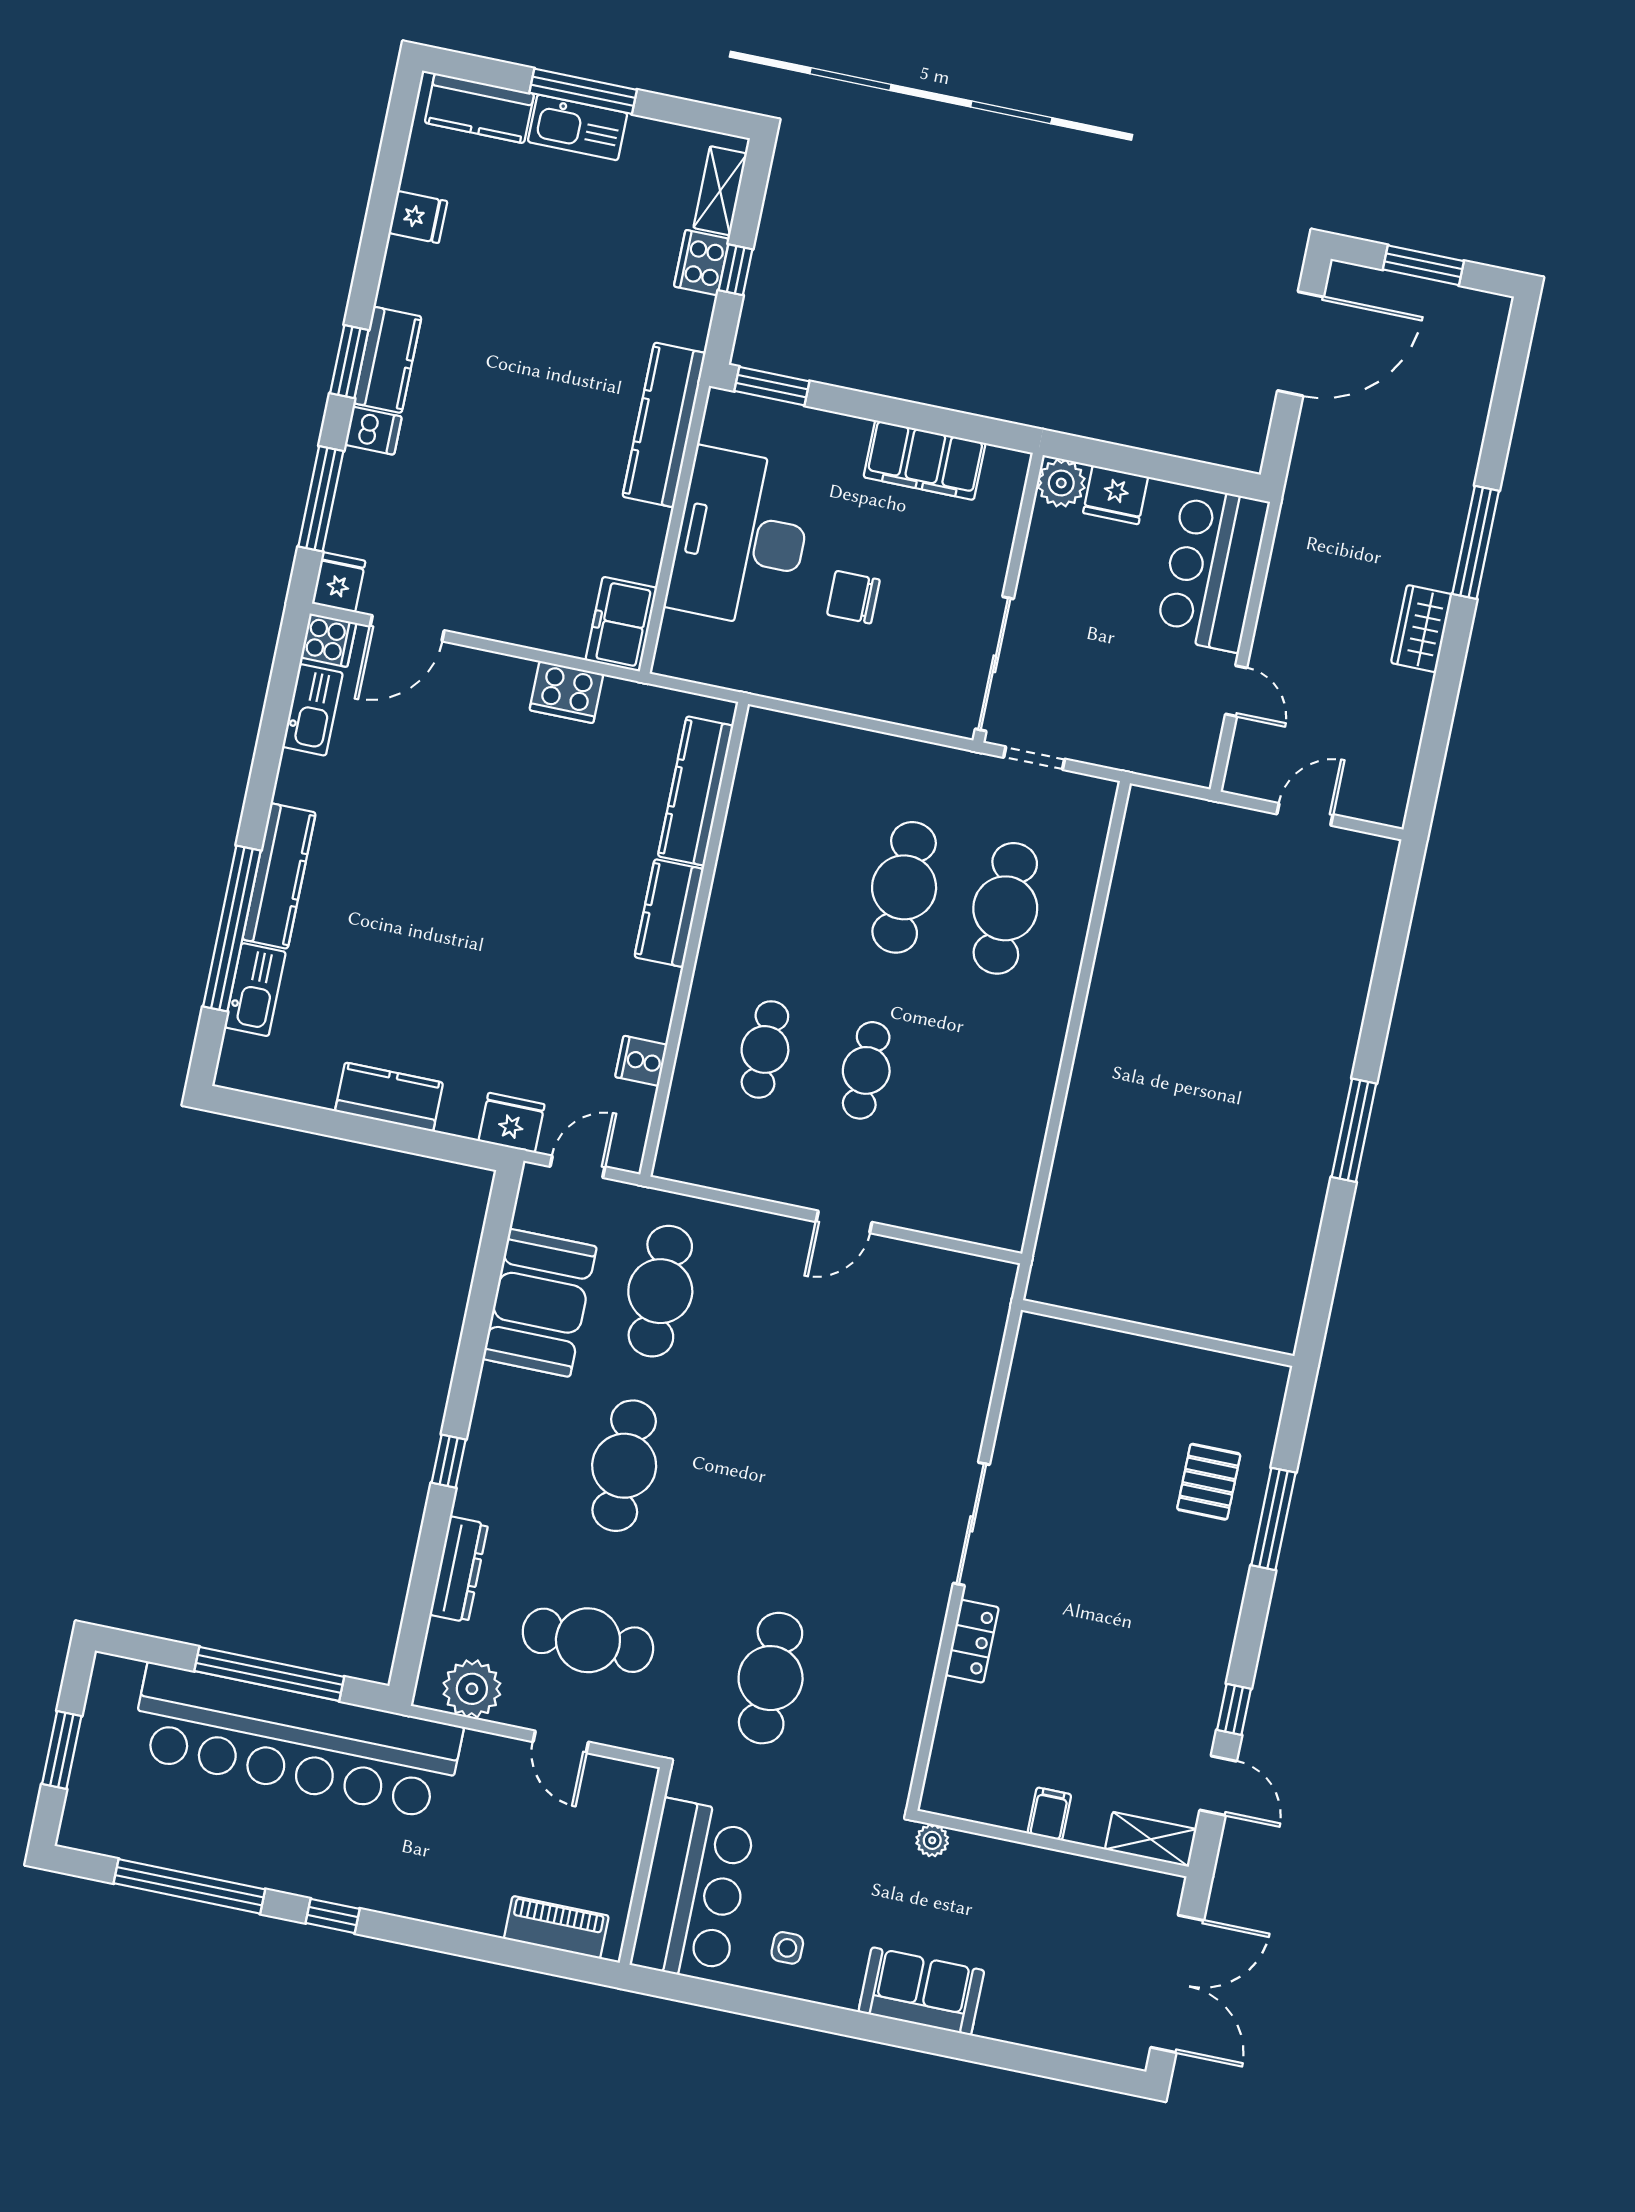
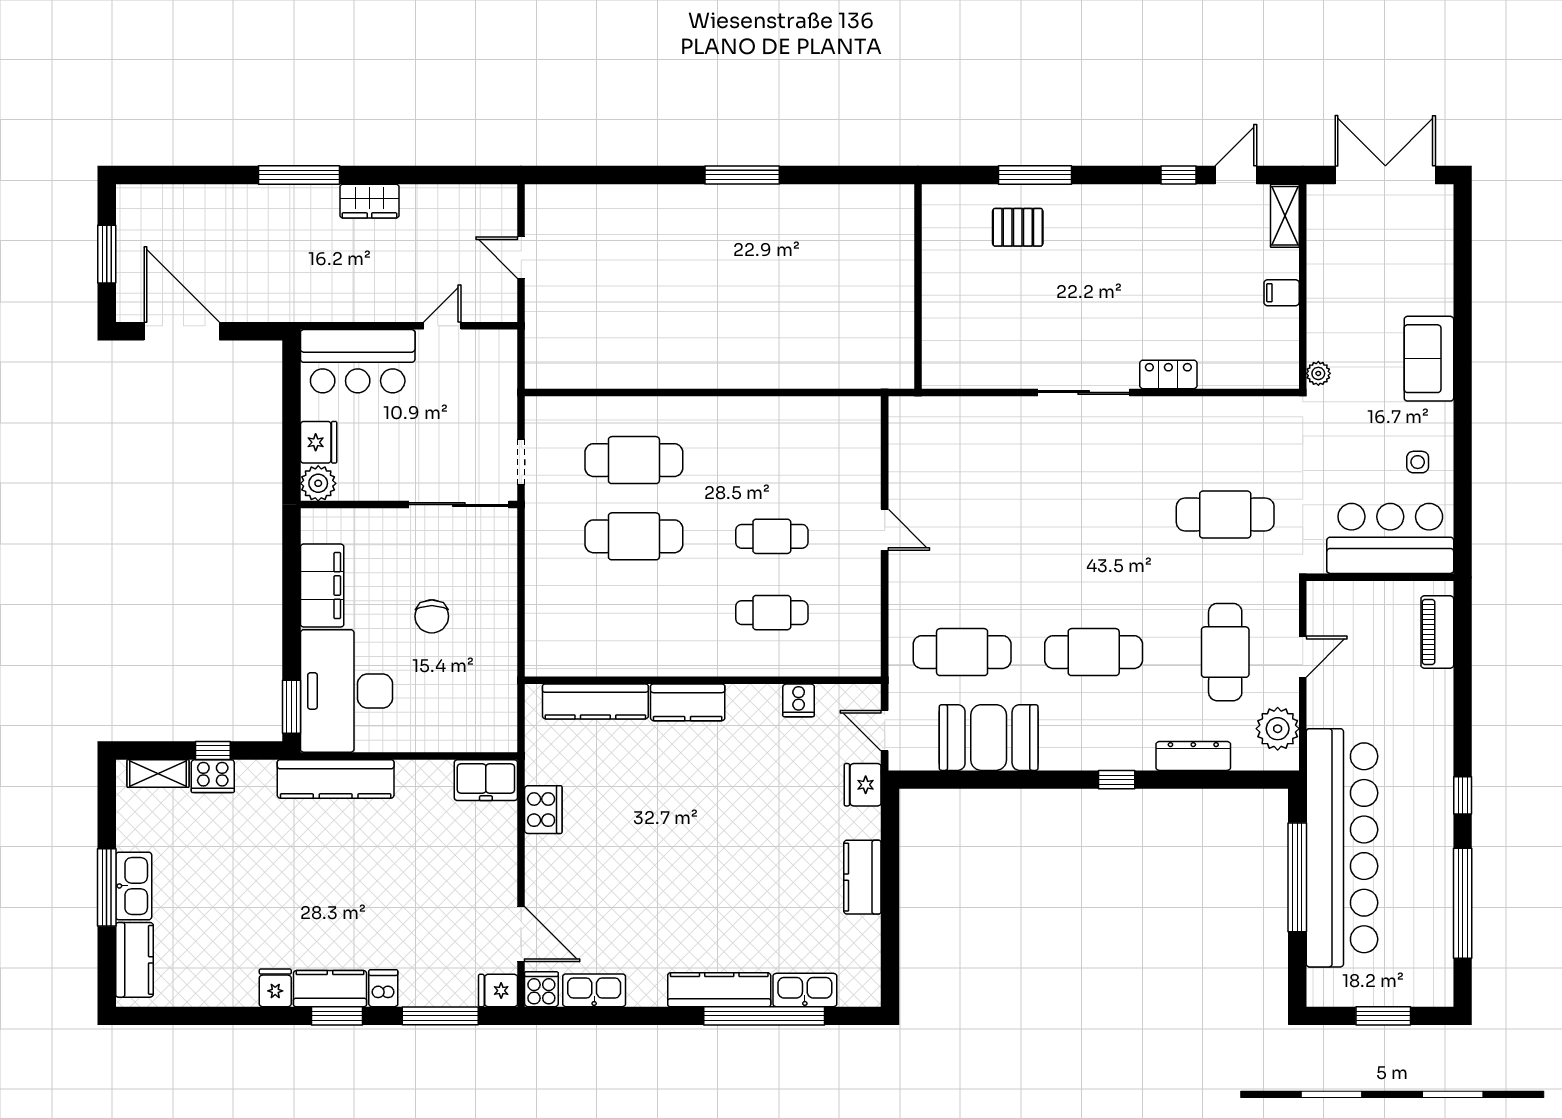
fridge: (418, 217) -> (275, 988), moved
desk: (741, 538) -> (347, 691), moved, turned 90

